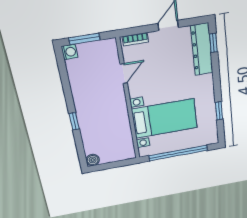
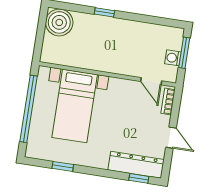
washing machine: (70, 52) -> (173, 58), moved, turned 90
door: (124, 74) -> (151, 81), moved
boiler: (93, 160) -> (59, 22), width x1.86, depth x1.86

